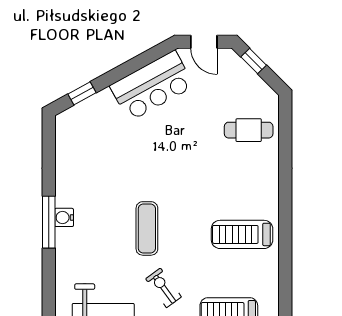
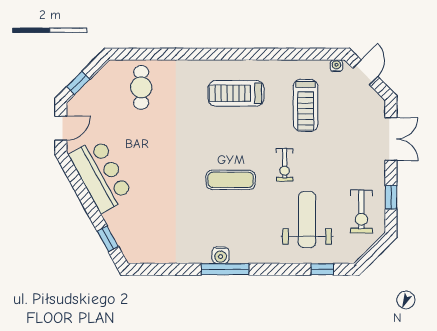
treadmill: (242, 234) -> (236, 93), turned 90
exercise bike: (163, 288) -> (285, 165), turned -54

